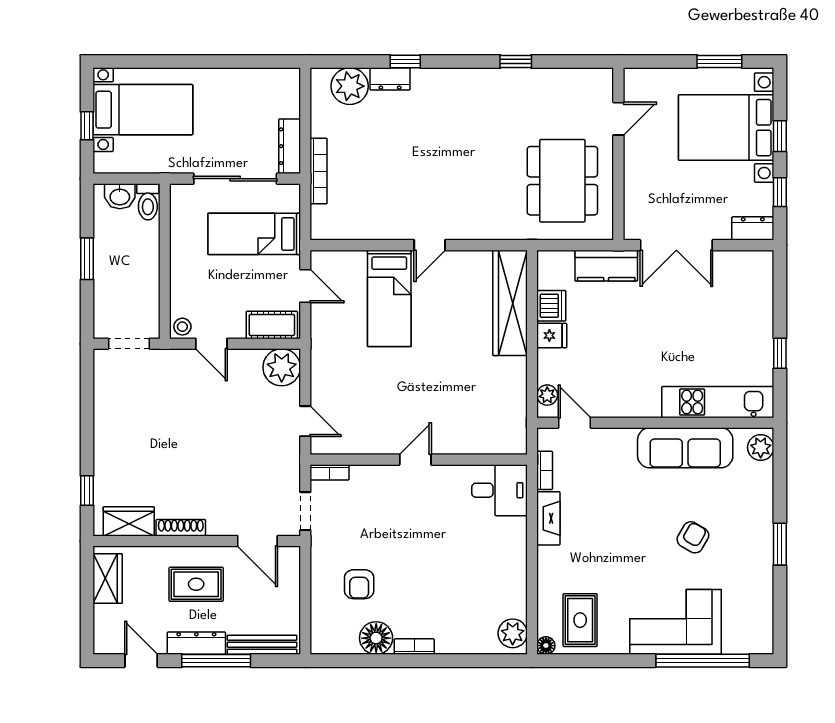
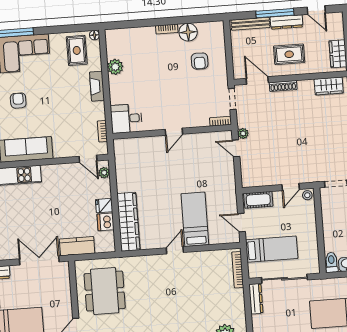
bookcase: (319, 171) -> (238, 270), moved
door: (211, 344) -> (291, 187), swing flipped
plant: (282, 367) -> (243, 133), moved, width x0.53, depth x0.53
fireplace: (548, 518) -> (97, 86), moved
shoe rack: (181, 528) -> (283, 86), moved
armchair: (693, 537) -> (18, 101), turned 150
armchair: (359, 584) -> (200, 61), turned 180
plant: (513, 633) -> (115, 67), moved

